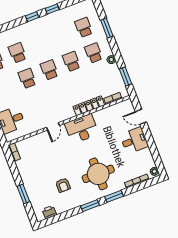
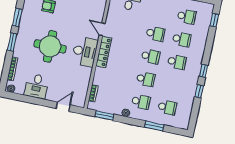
school desk: (39, 44) -> (177, 62), added
locker: (89, 106) -> (104, 52), moved
desk: (134, 140) -> (37, 86), moved
round table: (98, 174) -> (50, 46), moved

